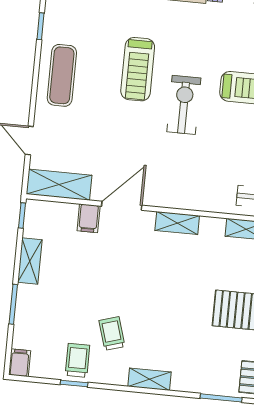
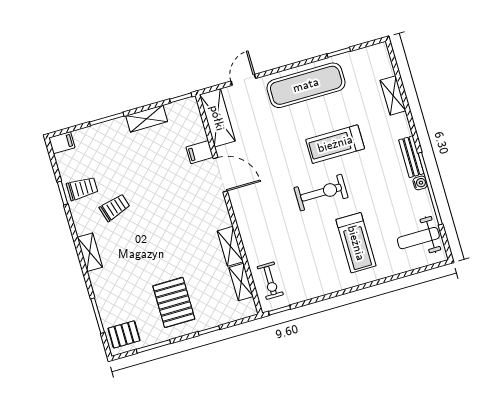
exercise mat: (62, 75) -> (306, 85), width x1.36, depth x1.45
shelving: (177, 223) -> (230, 246), moved

